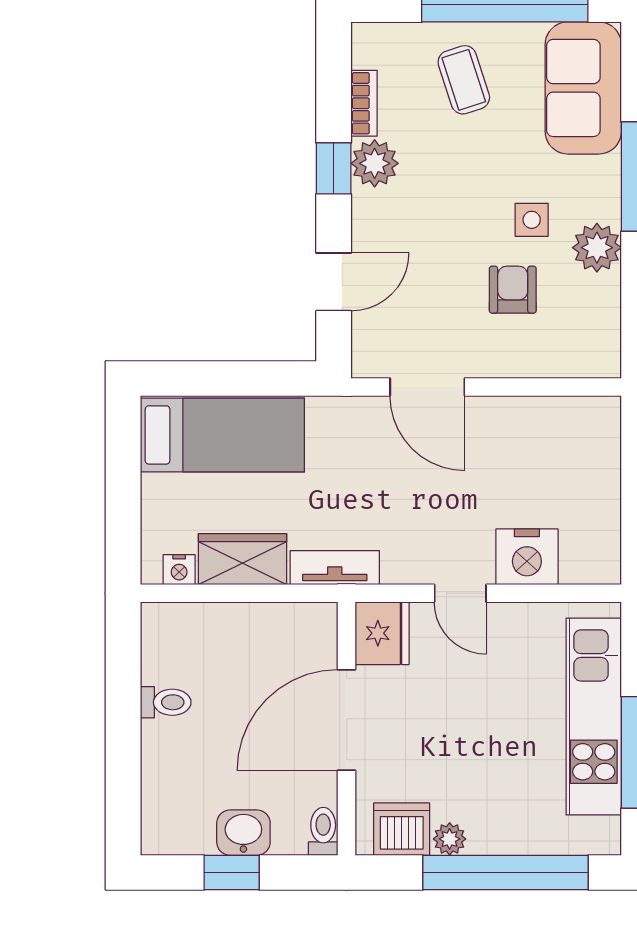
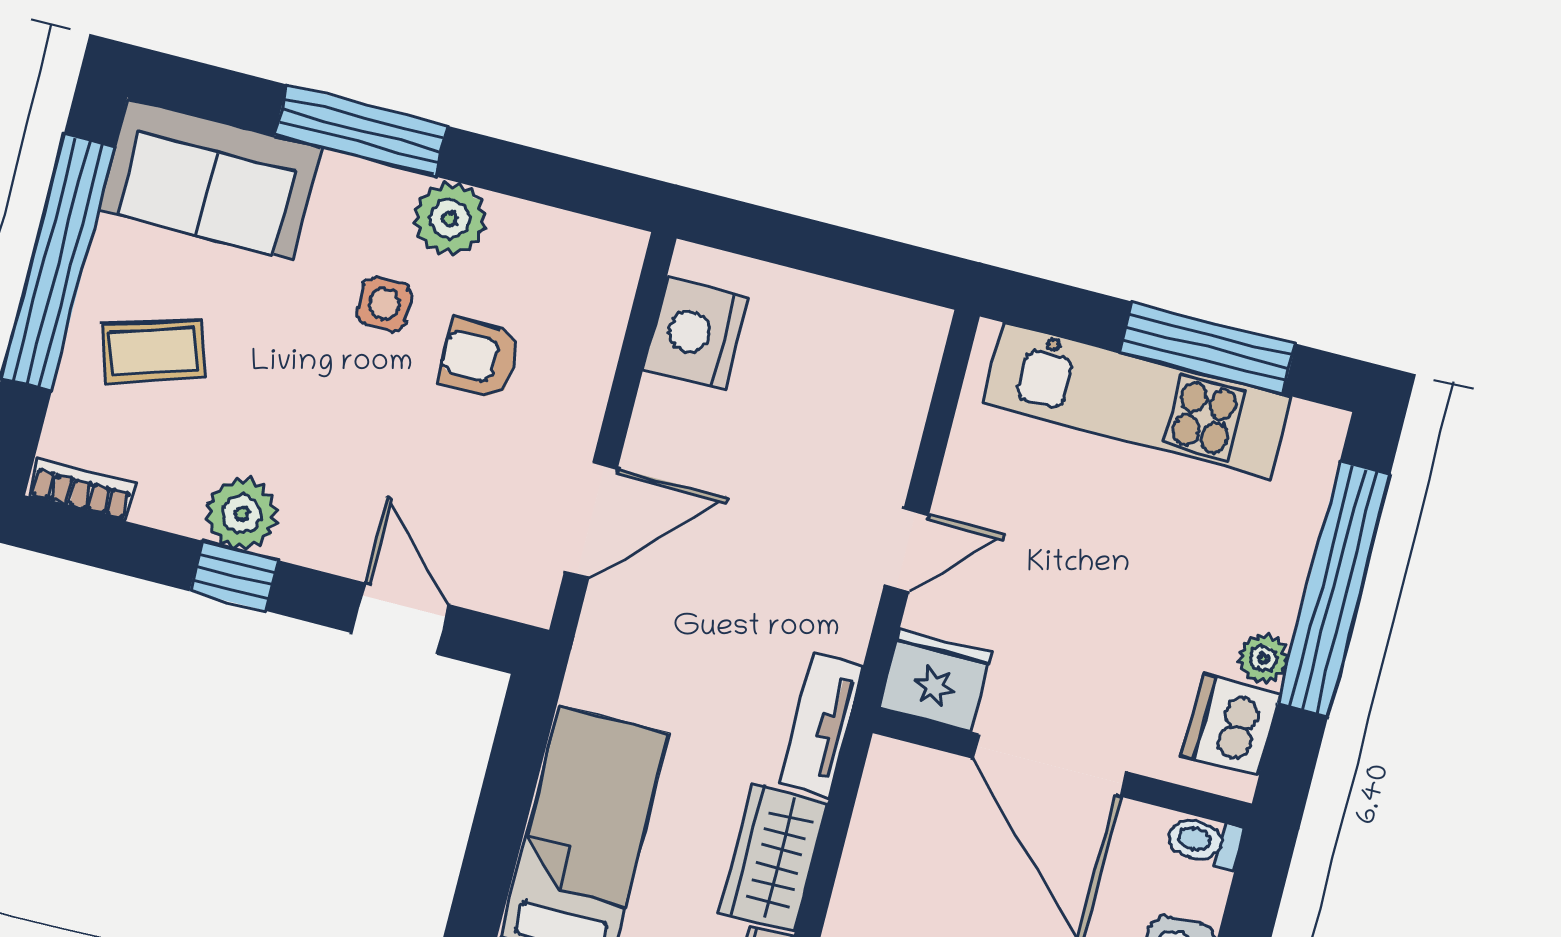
bookcase: (364, 103) -> (82, 489), moved
nightstand: (527, 557) -> (696, 333), moved, turned 180

